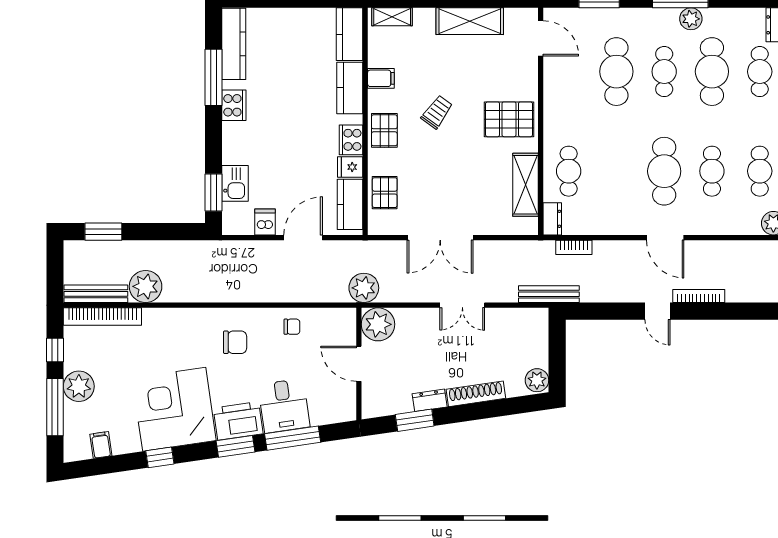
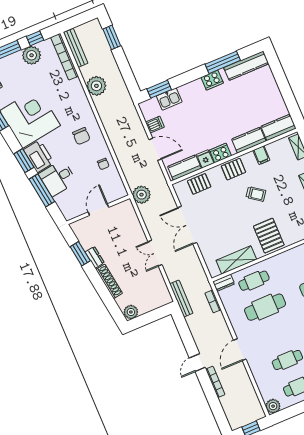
cafe table: (664, 171) -> (265, 307), moved
plant: (146, 286) -> (96, 86), moved
plant: (378, 324) -> (125, 211), removed
plant: (79, 386) -> (32, 55), moved

